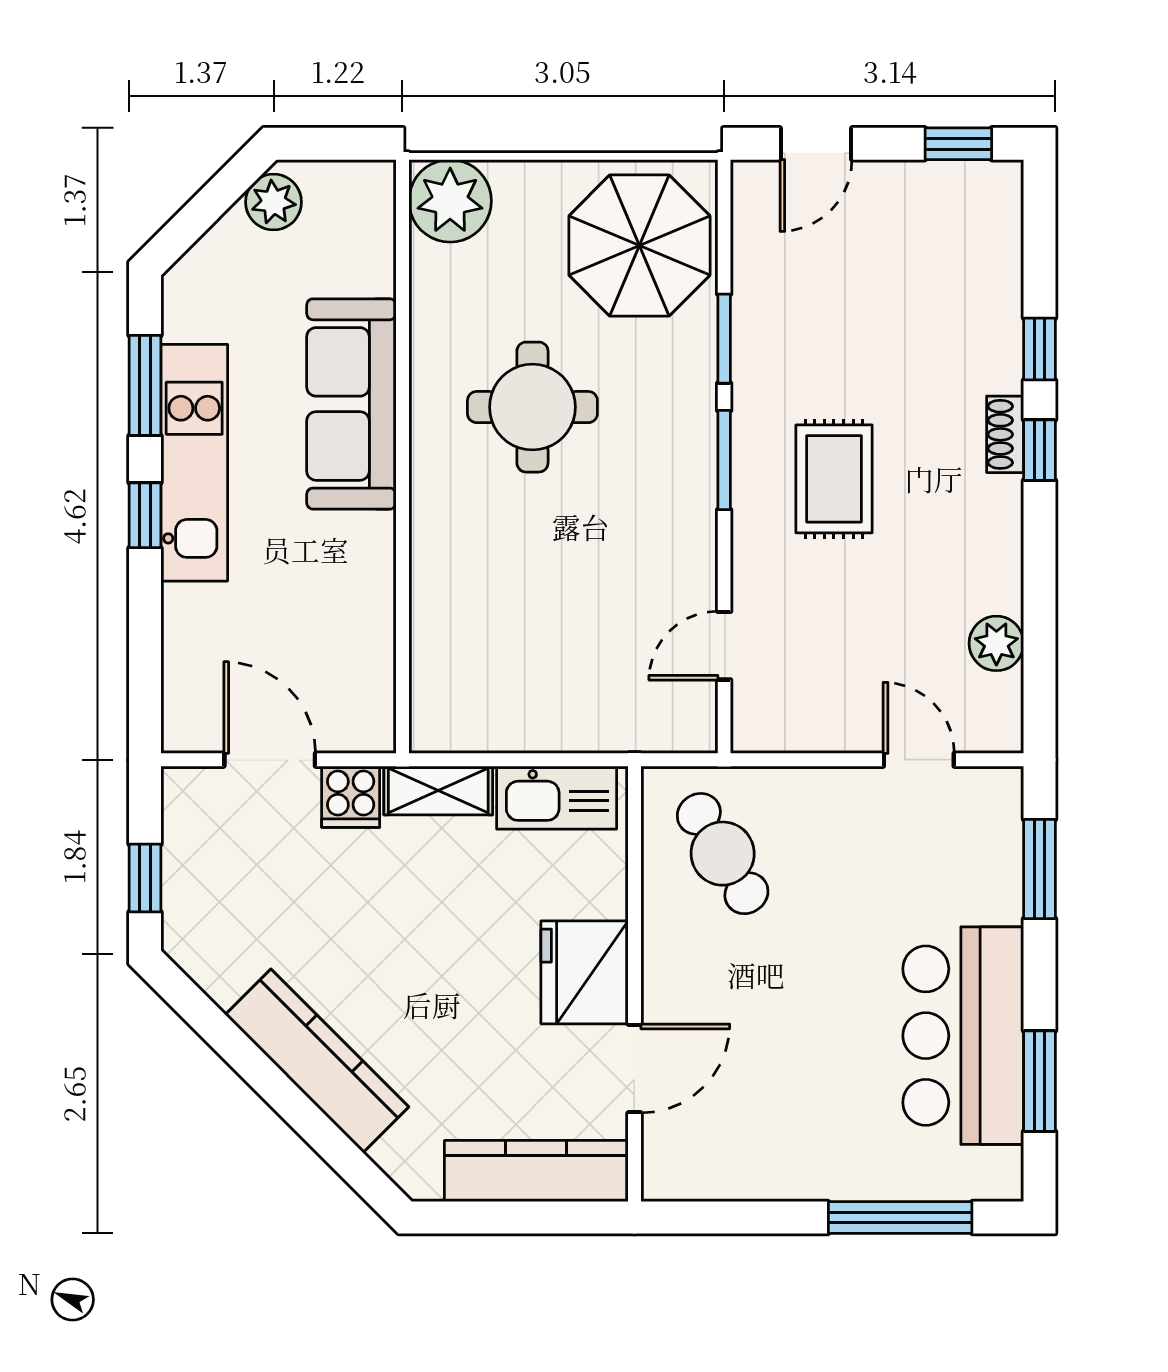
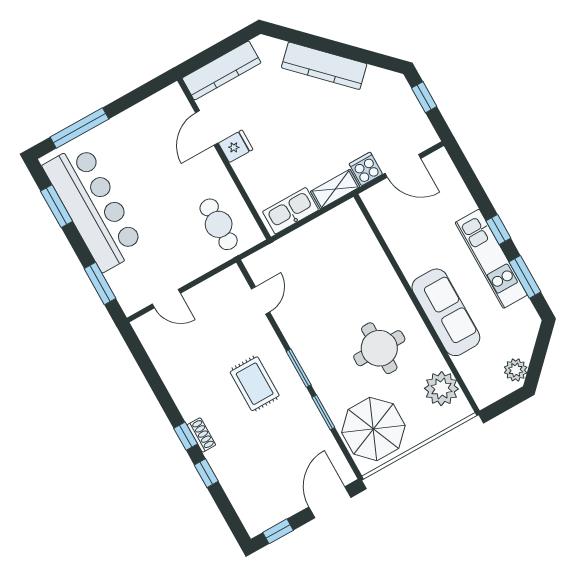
door: (816, 144) -> (330, 502), width x1.38
plant: (450, 201) -> (441, 389), moved
plant: (996, 643) -> (162, 357), removed
cafe table: (723, 854) -> (219, 224), turned 31
fridge: (585, 972) -> (236, 146), width x0.53, depth x0.75
bar counter: (963, 1036) -> (94, 207), width x1.36

